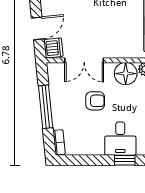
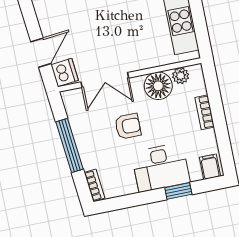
desk: (120, 139) -> (161, 167), width x1.37

